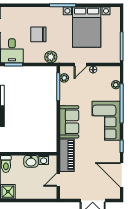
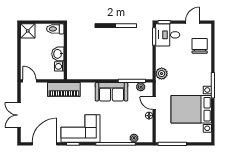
chair: (38, 34) -> (200, 46), moved
corner sofa: (106, 121) -> (80, 128), moved
sofa: (69, 122) -> (111, 92), moved
door: (58, 180) -> (30, 81), moved

